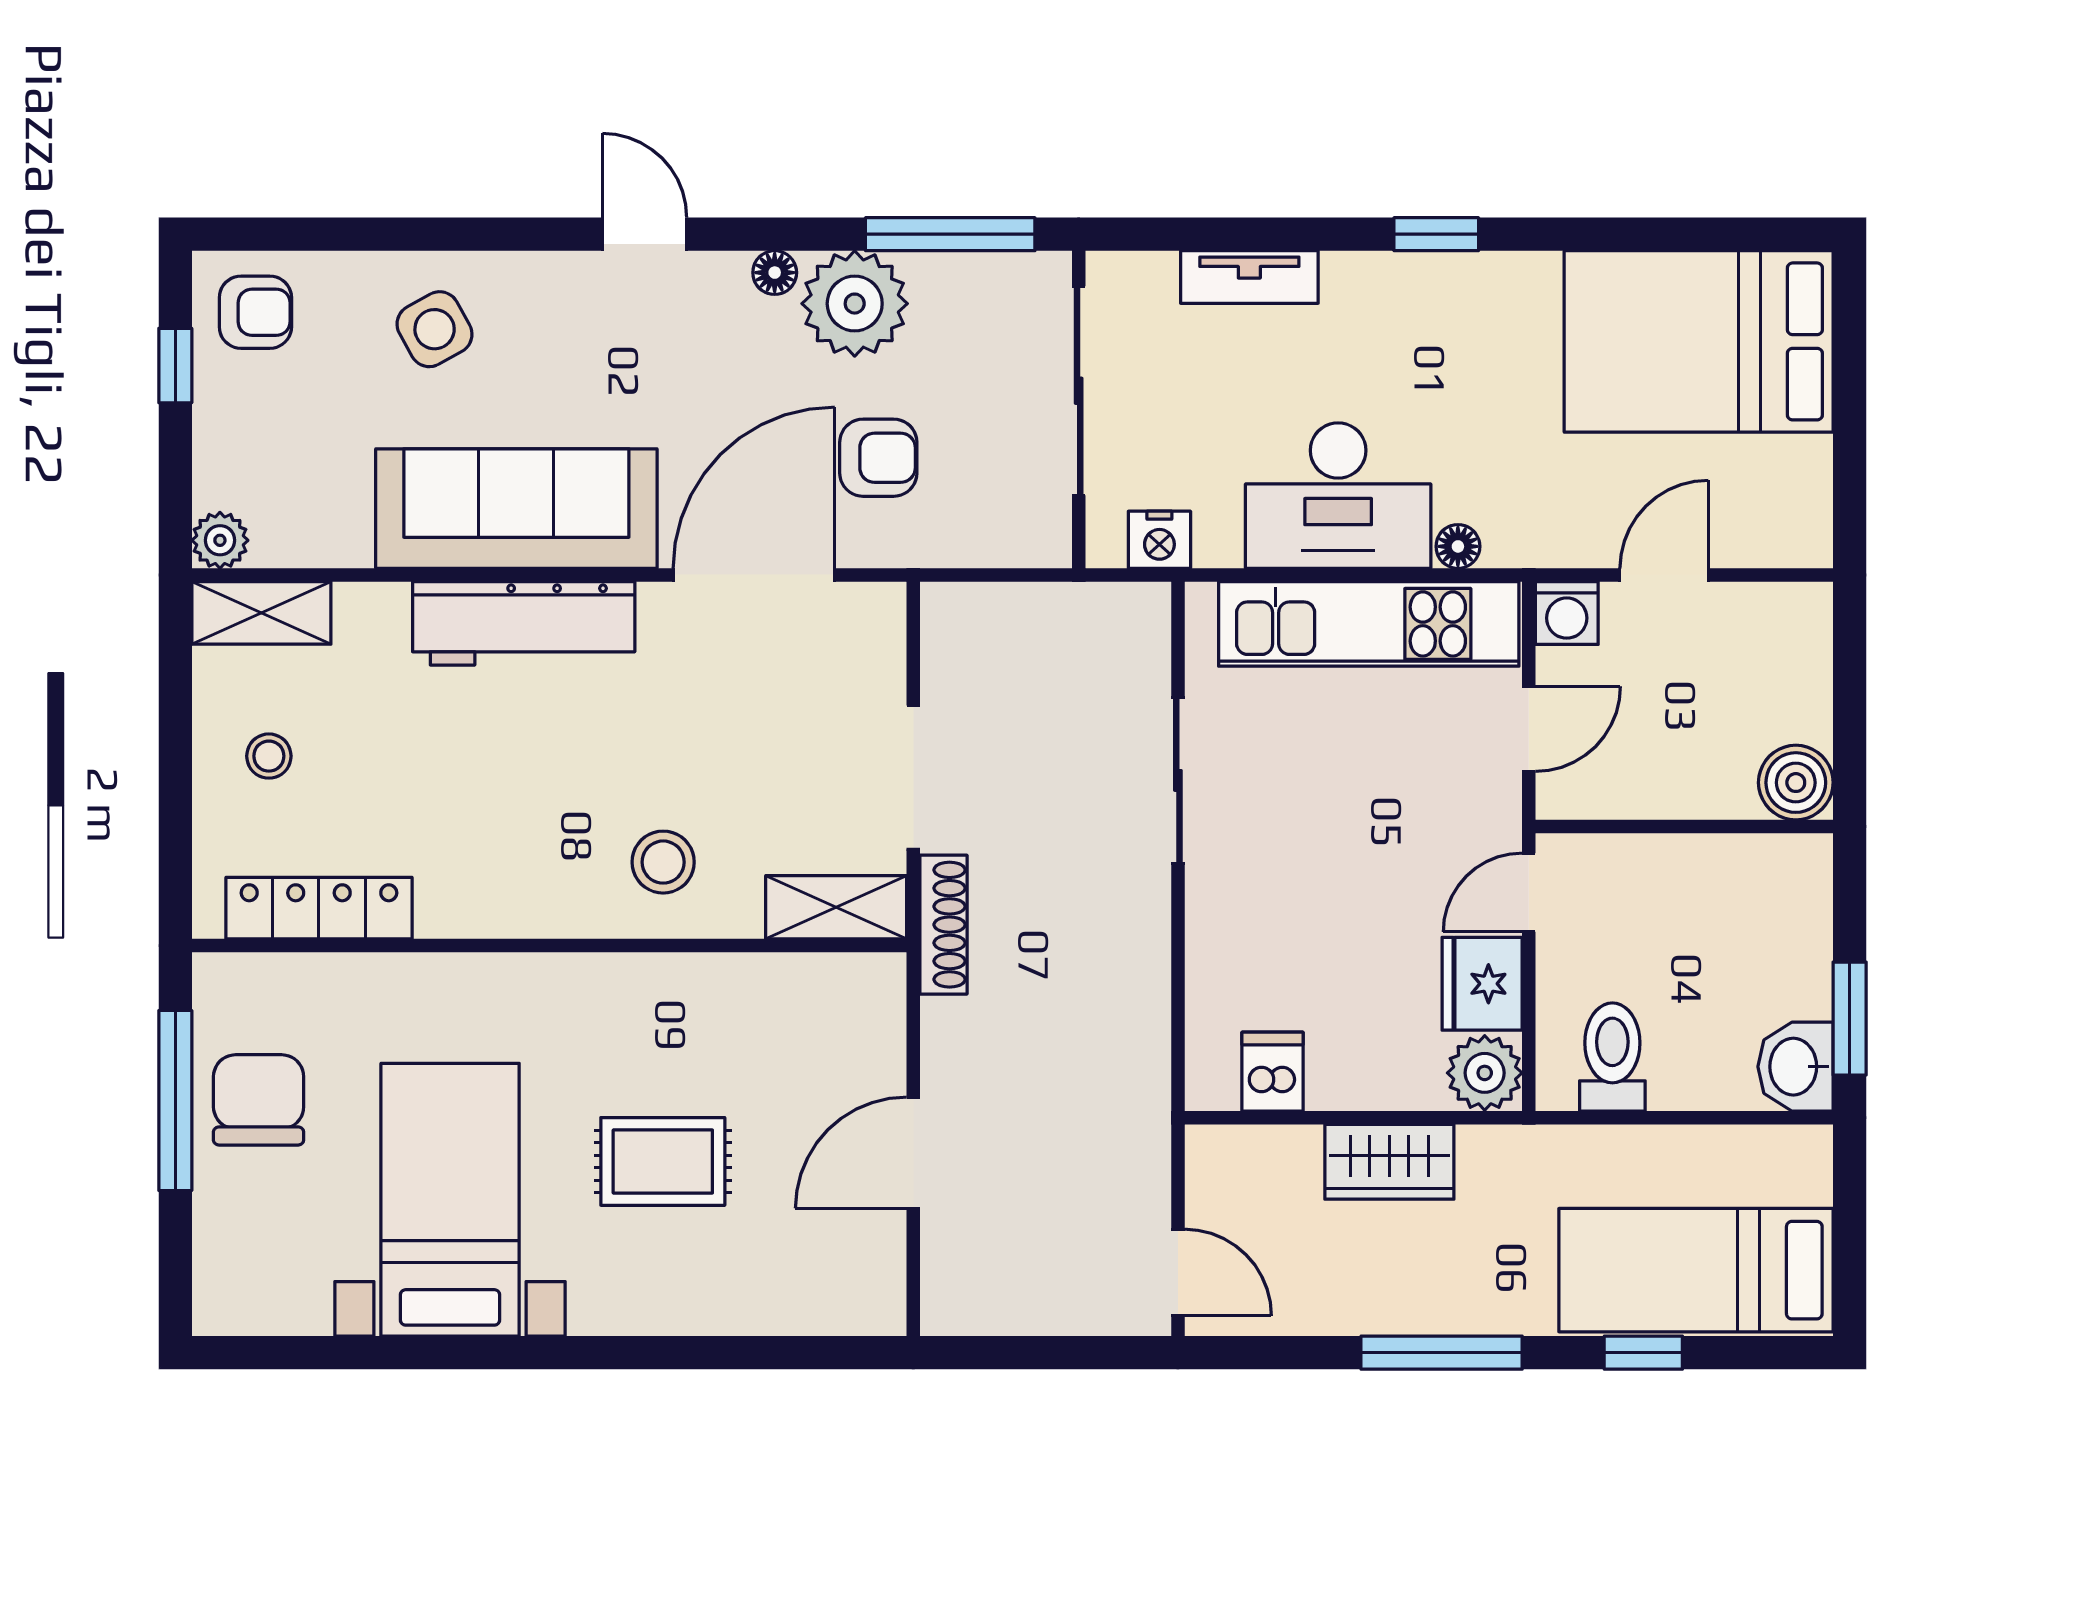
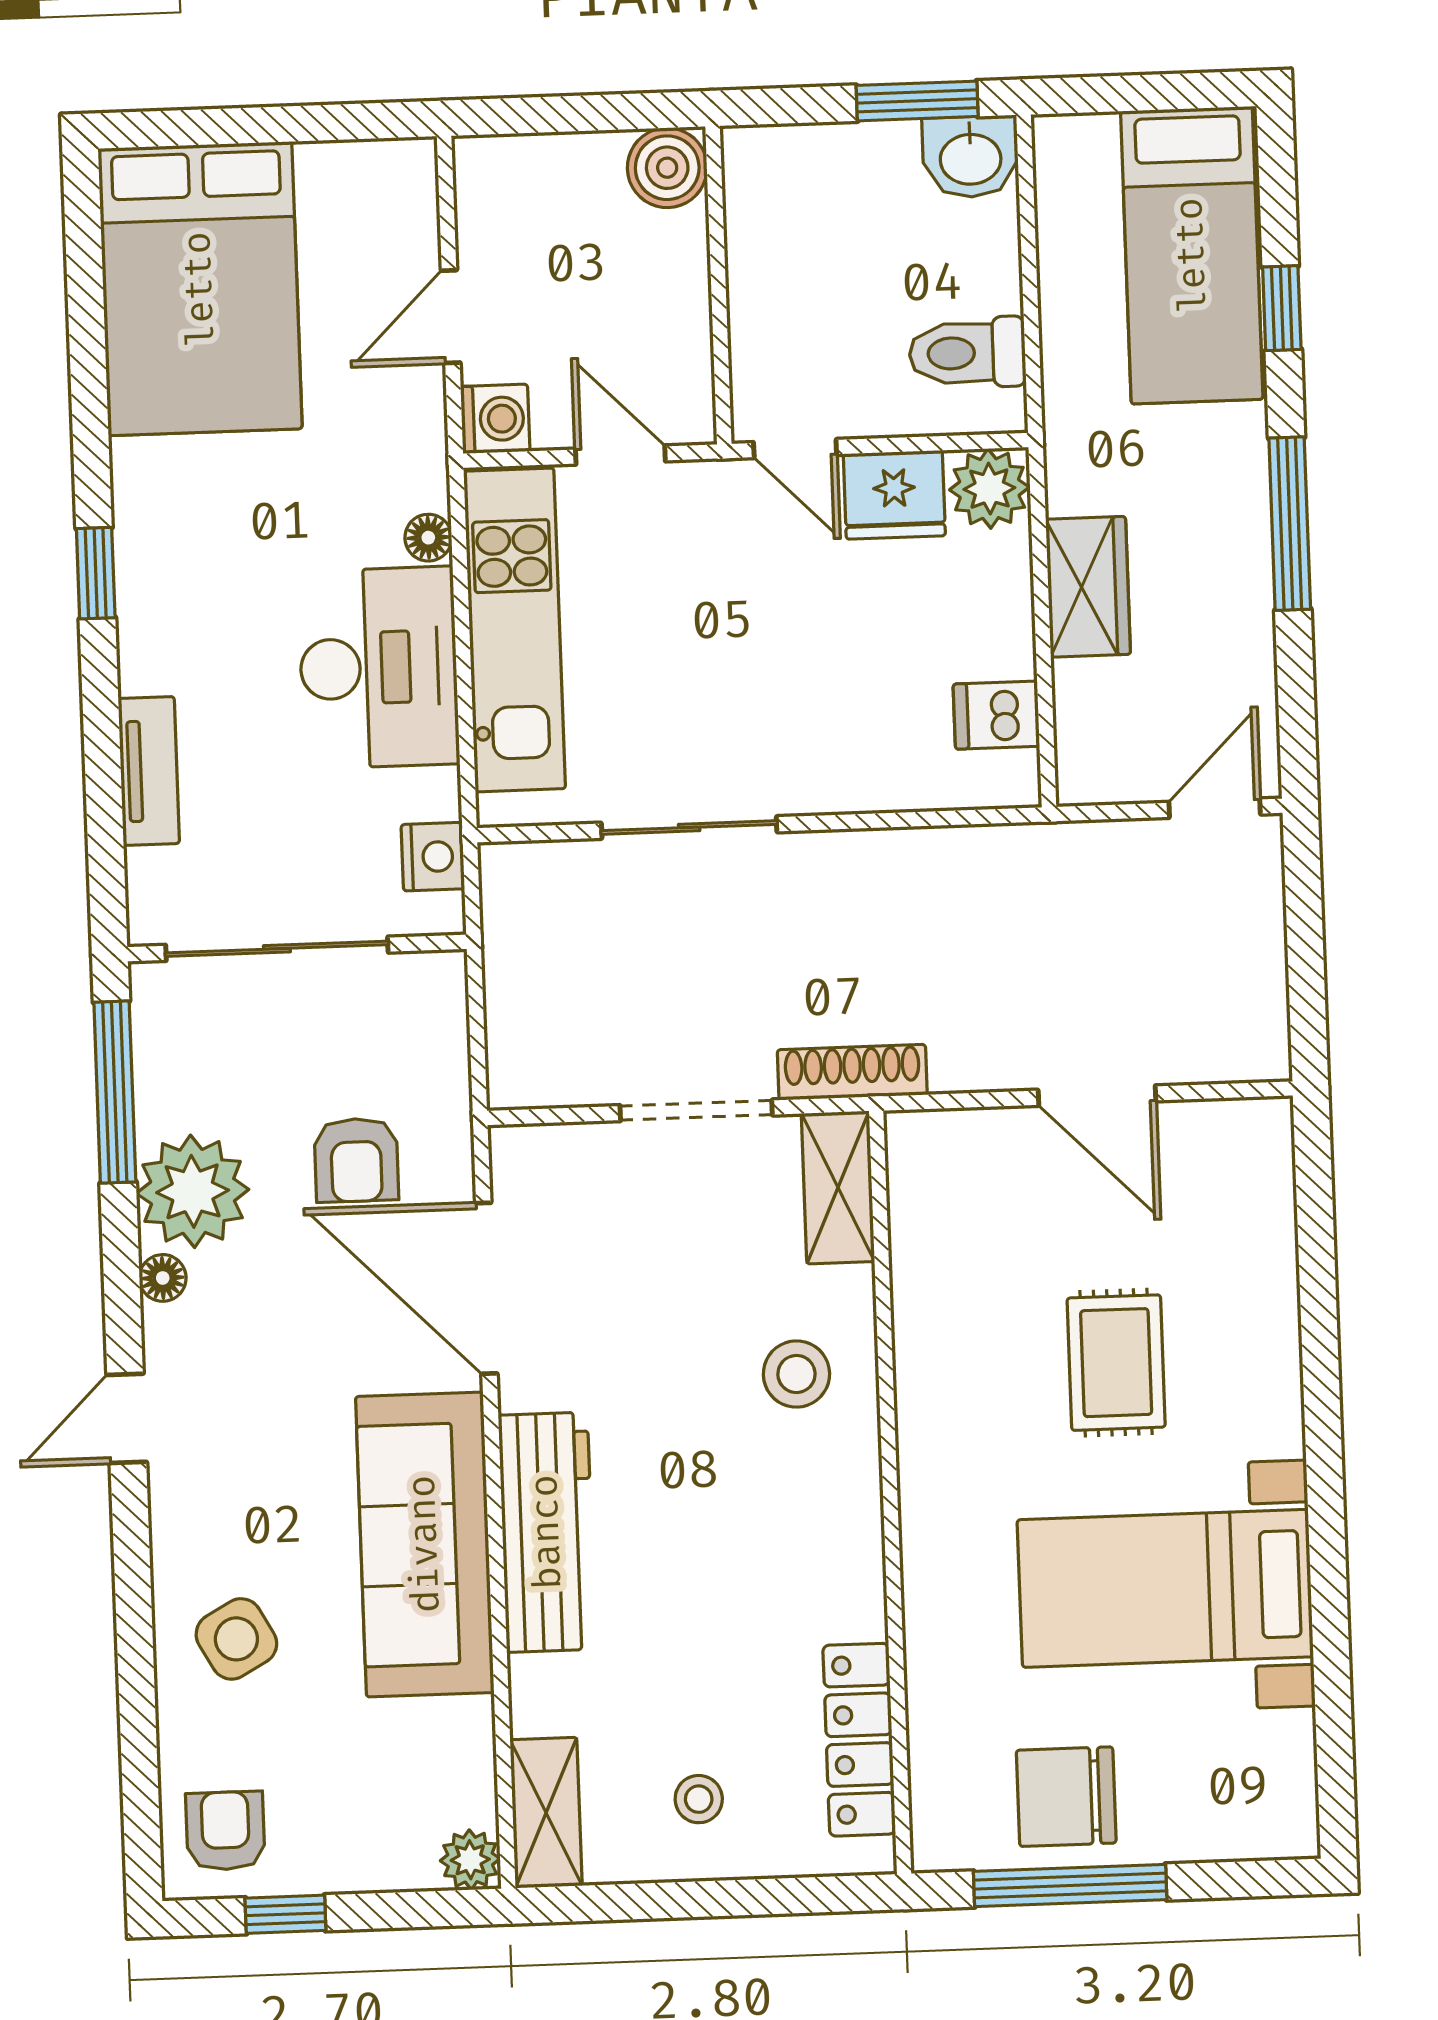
armchair: (878, 458) -> (356, 1160), turned 180
door: (1664, 575) -> (451, 317), hinge flipped

